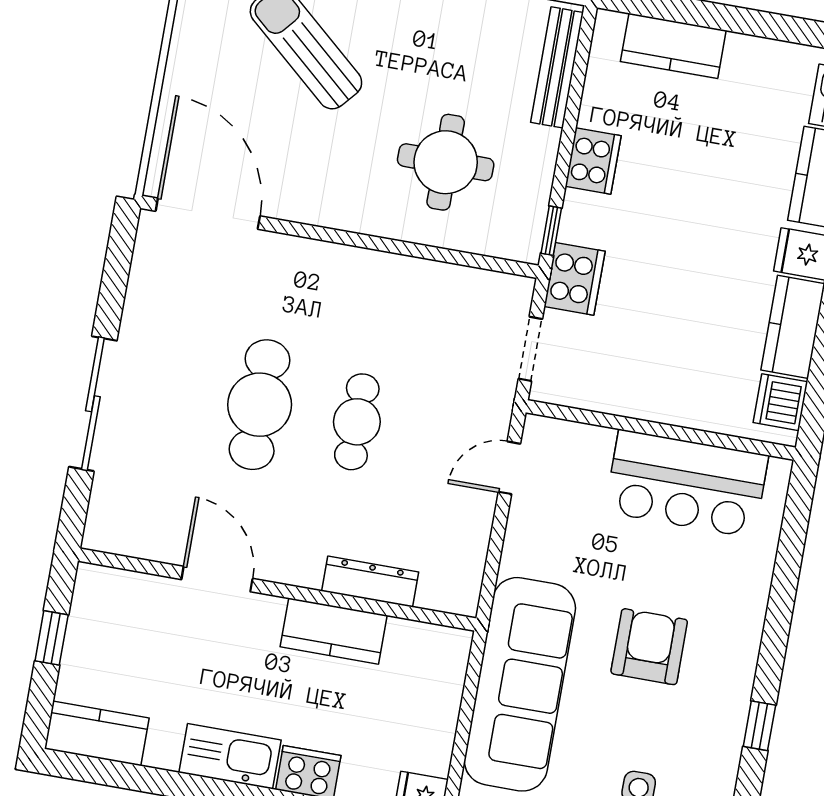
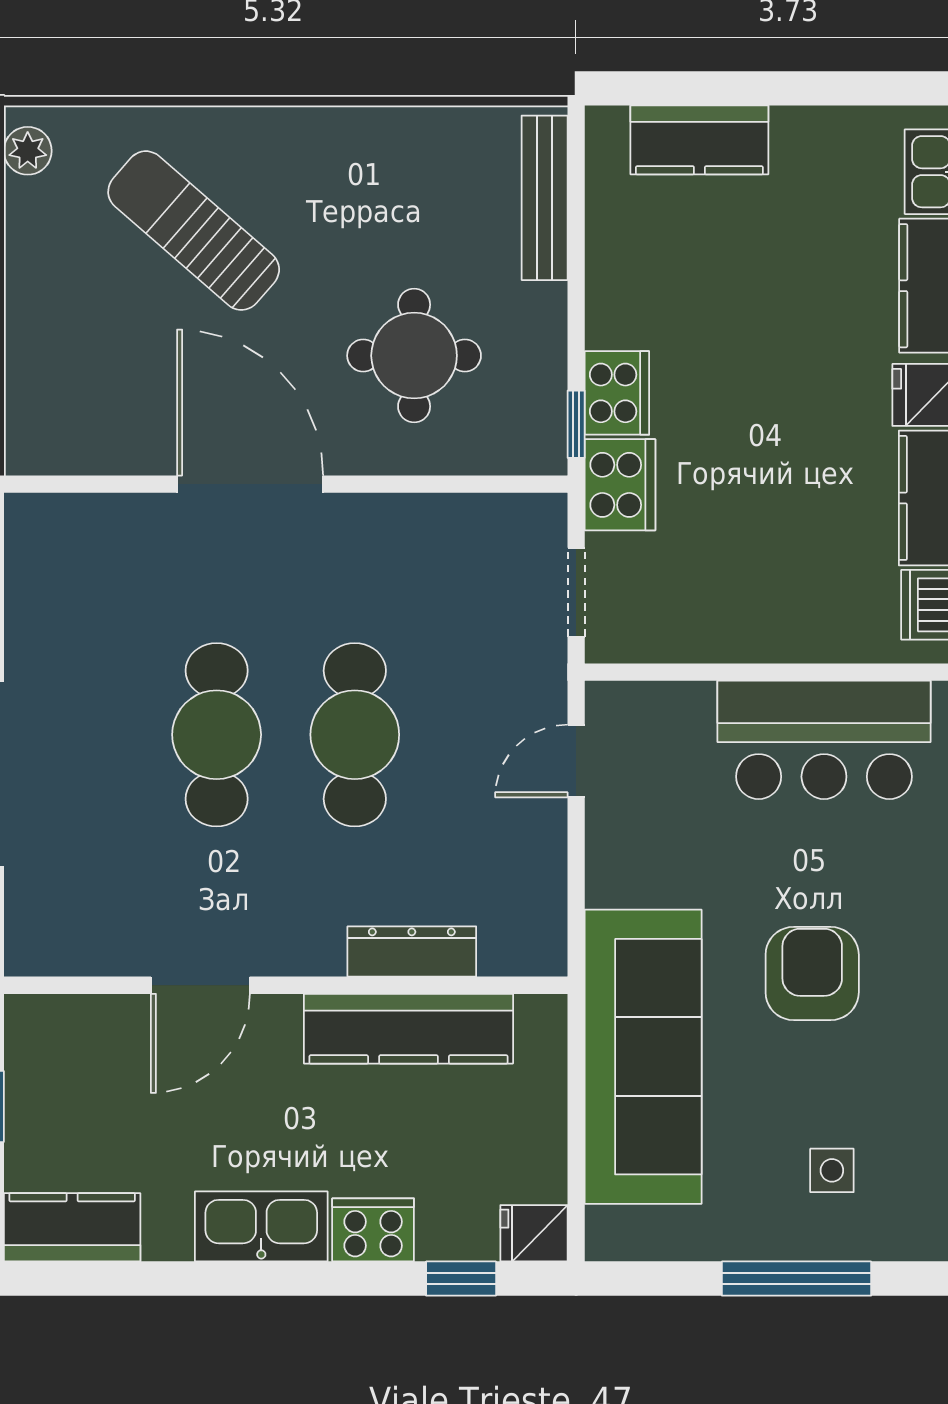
cooker: (593, 161) -> (617, 393), moved
door: (208, 214) -> (250, 484), moved
cafe table: (357, 422) -> (355, 735), width x1.37, depth x1.35
door: (217, 579) -> (200, 985), swing flipped
kitchen counter: (334, 631) -> (408, 1029), width x1.50

